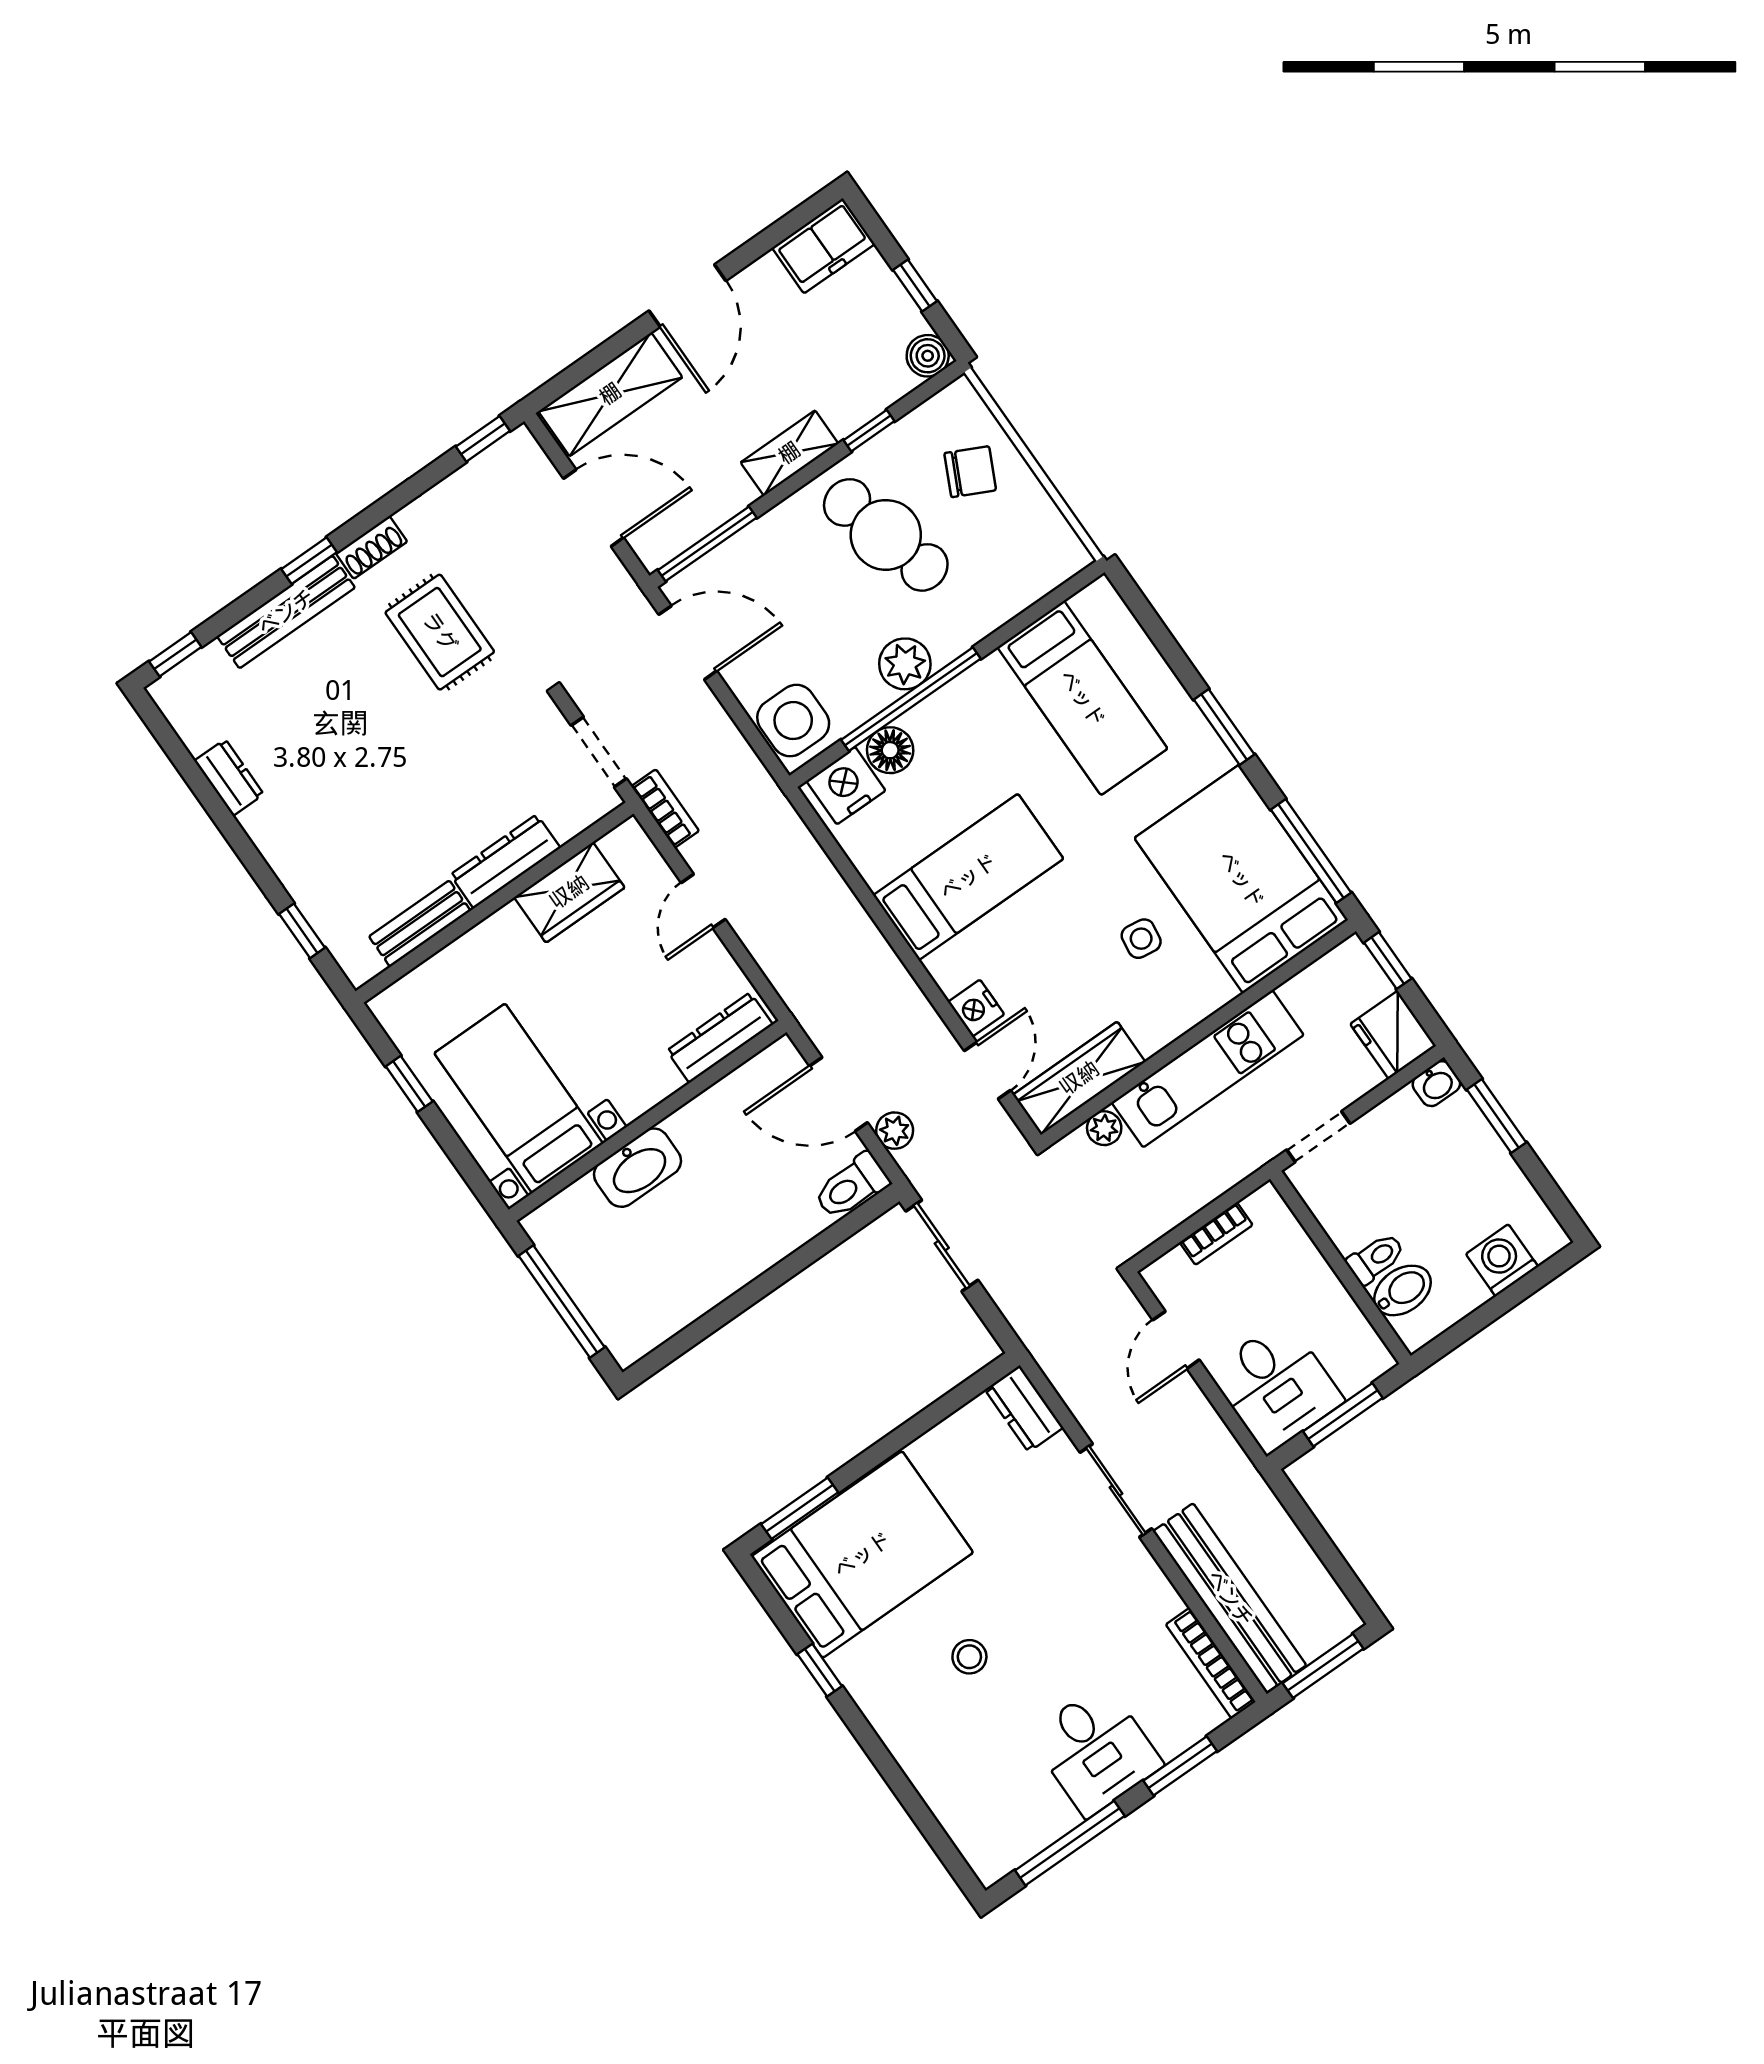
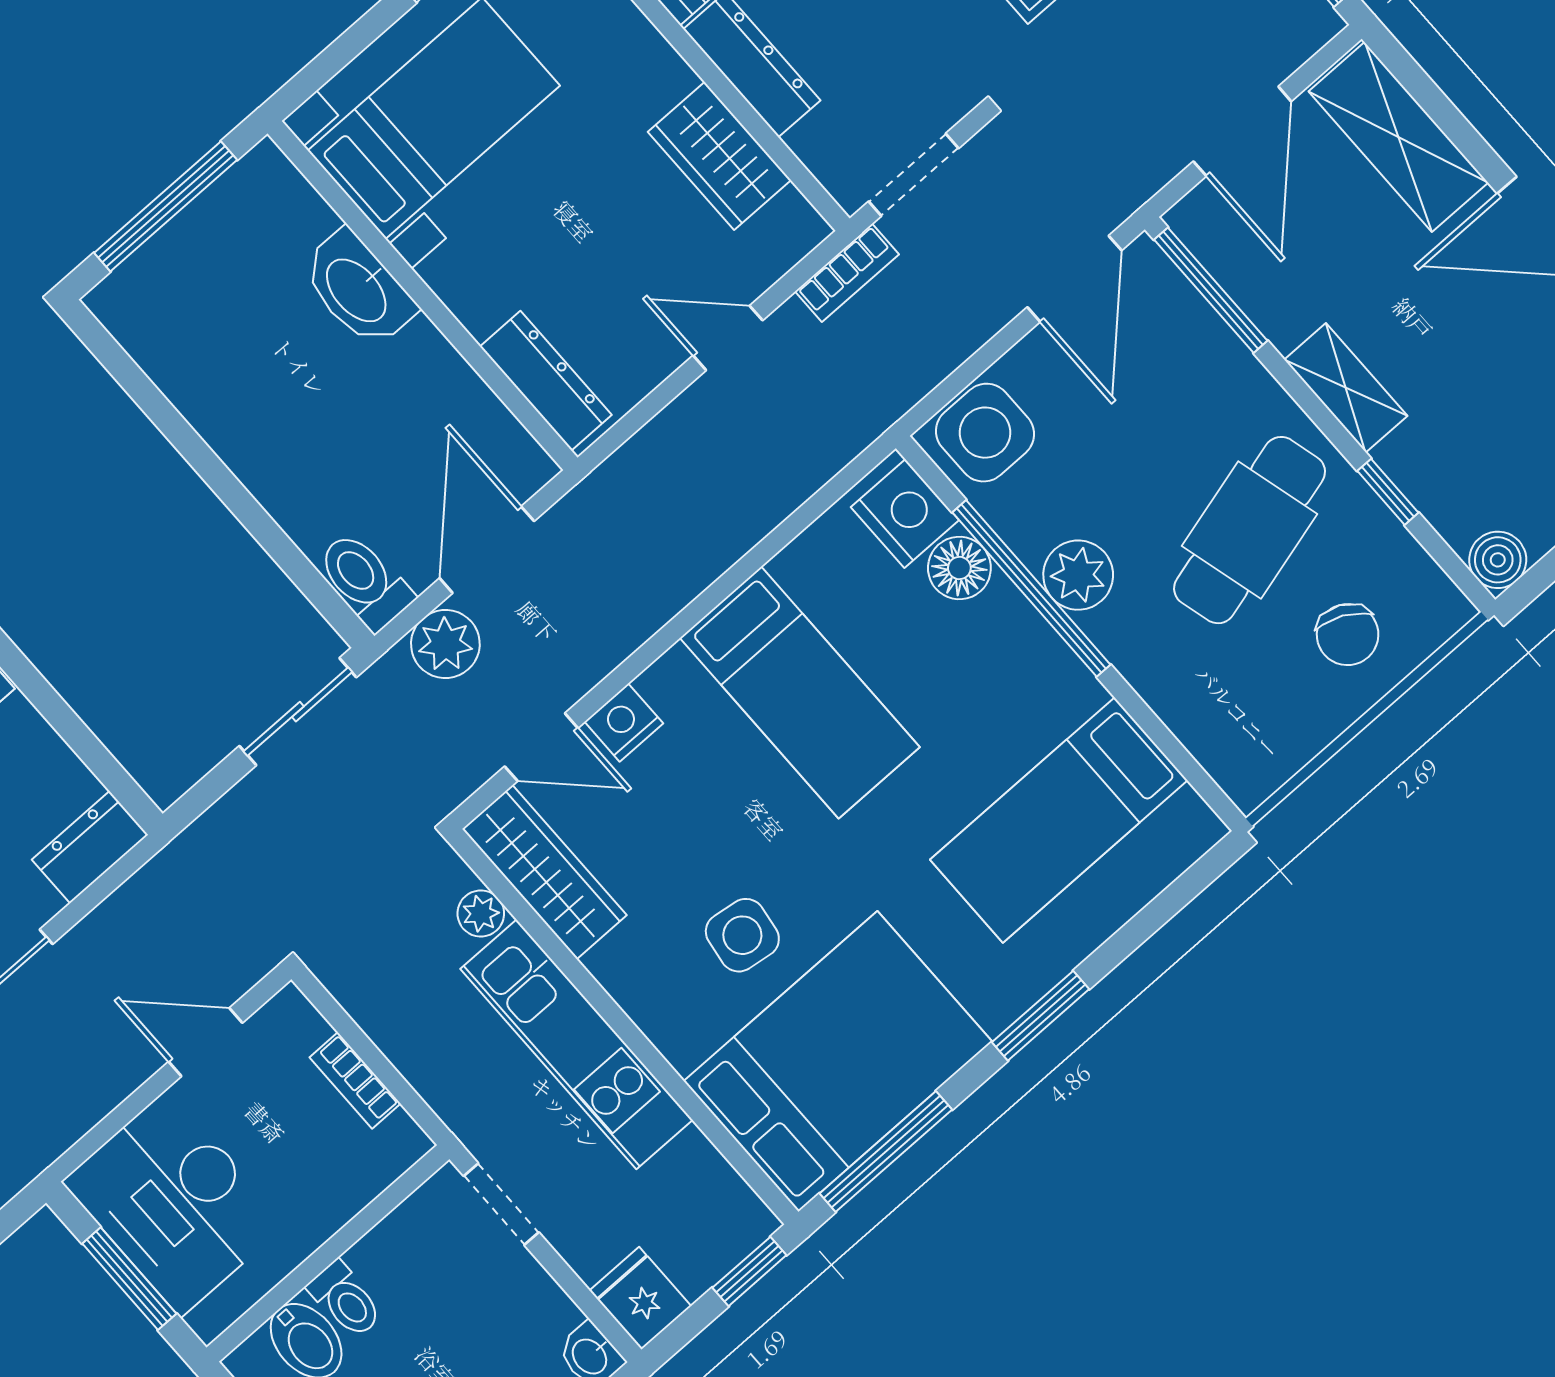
side table: (1141, 939) -> (742, 935), width x1.37, depth x1.37
fridge: (1393, 1035) -> (640, 1298), width x0.72
plant: (895, 1131) -> (445, 644), width x1.38, depth x1.38
desk: (1276, 1386) -> (174, 1203), width x1.37

